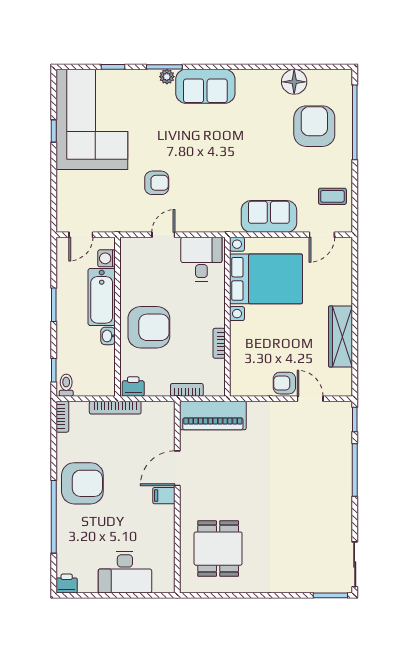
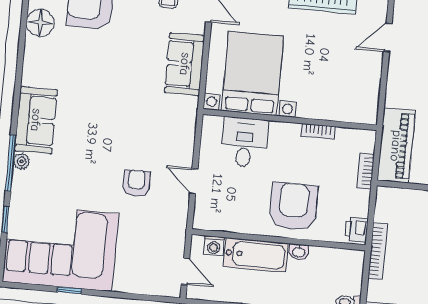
window: (164, 67) -> (11, 163), width x1.44
desk: (201, 259) -> (244, 142), moved, turned 90
armchair: (284, 383) -> (368, 64), removed

